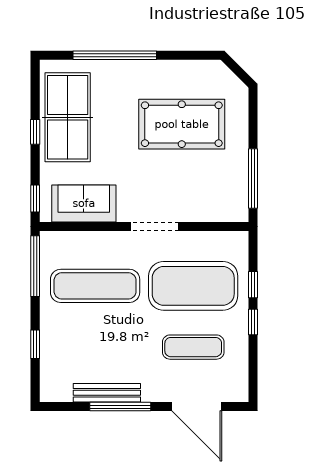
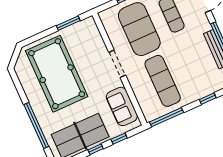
pool table: (182, 124) -> (57, 74), width x1.36, depth x1.32
window: (253, 178) -> (68, 23), width x0.69
window: (35, 199) -> (119, 139), moved

